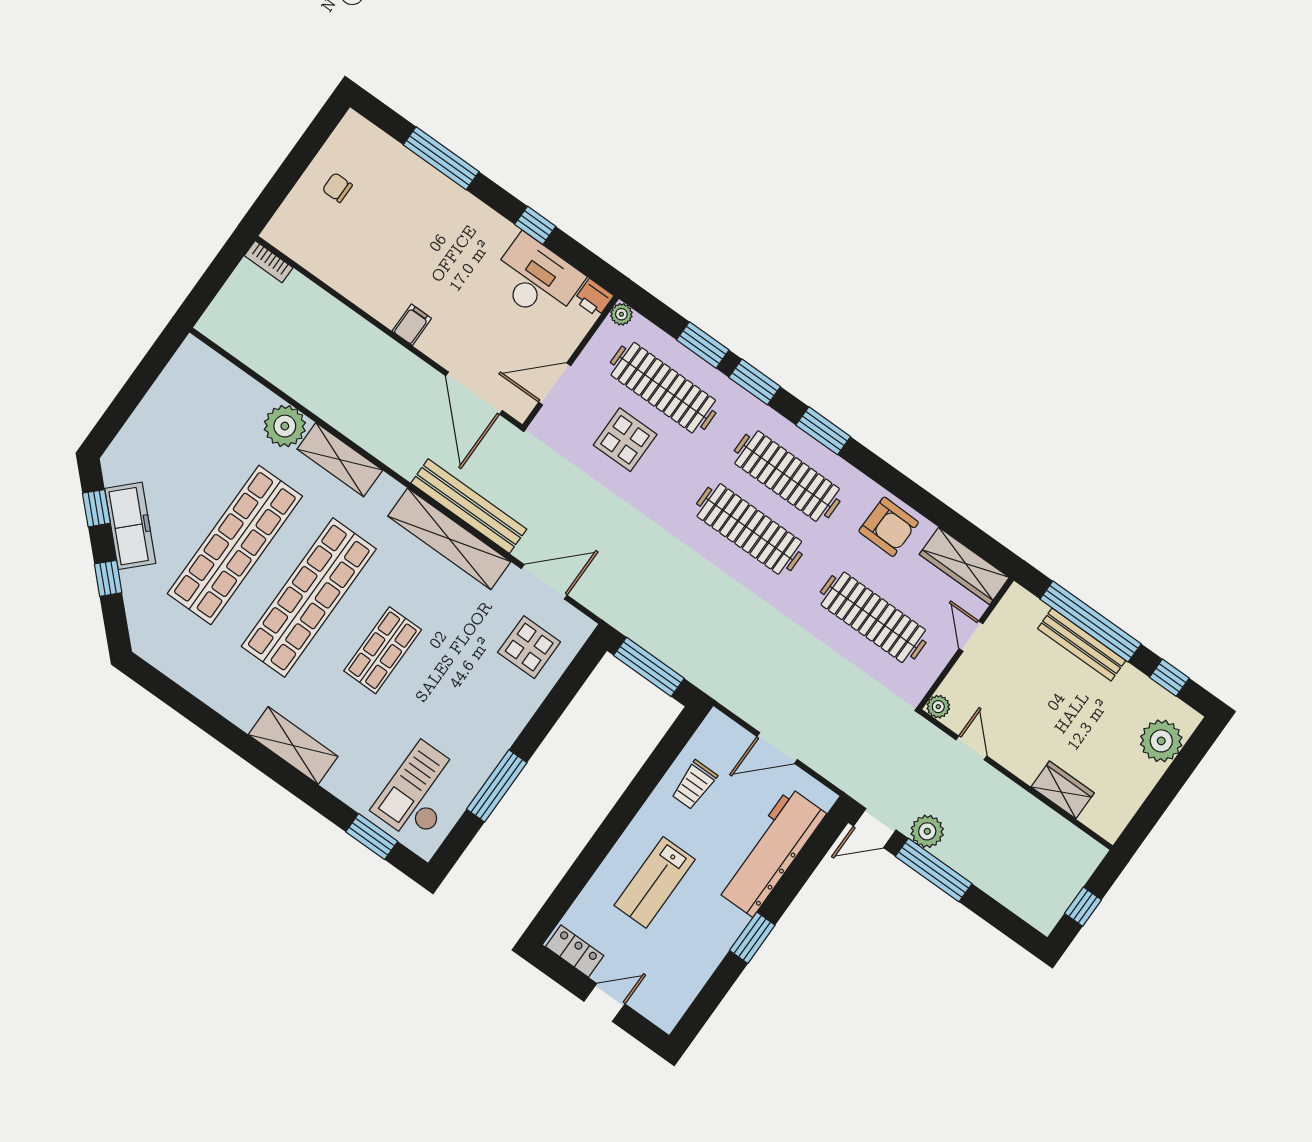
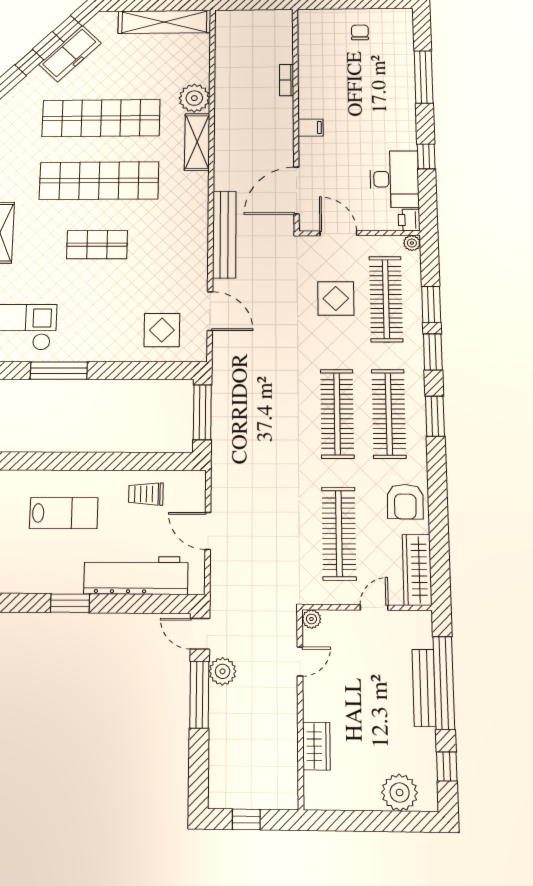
bookcase: (269, 262) -> (287, 80), moved
shelving: (449, 539) -> (164, 22), moved, turned 90
lab bench: (655, 882) -> (64, 513), turned 180

